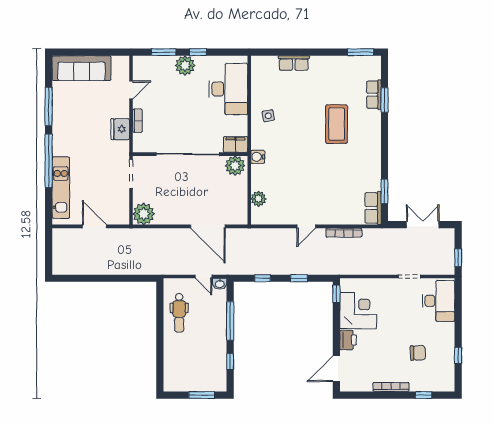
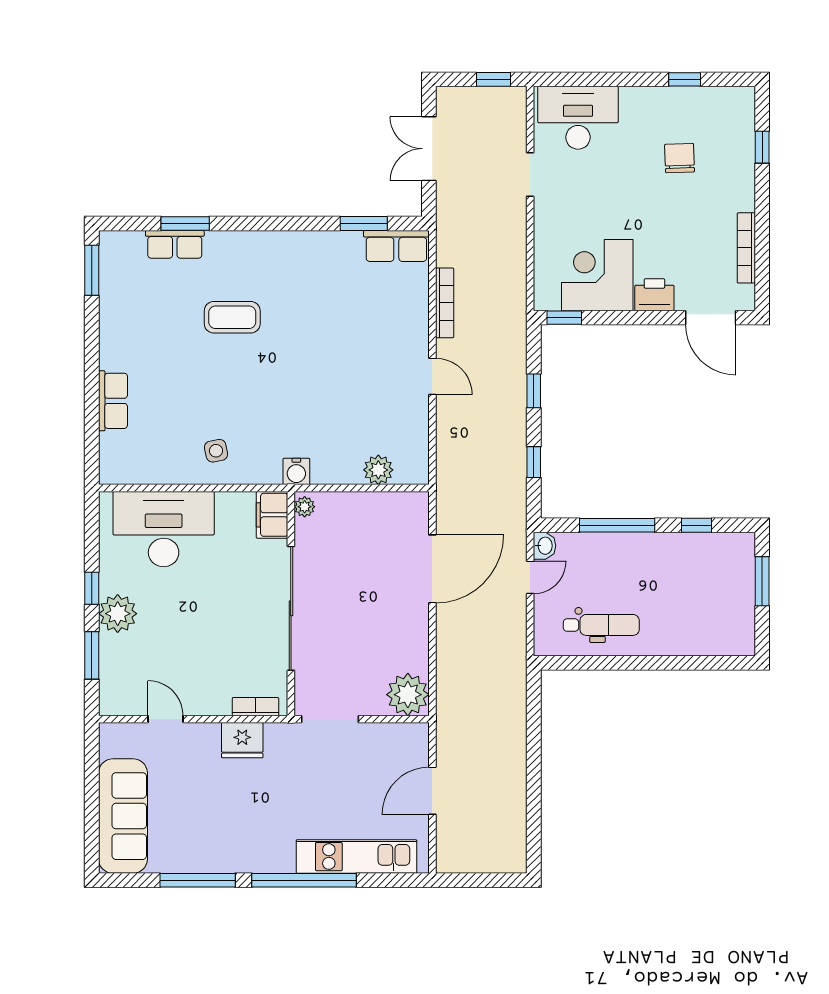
bookcase: (137, 121) -> (256, 707), moved
coffee table: (337, 124) -> (232, 317), width x0.73, depth x0.76
plant: (235, 166) -> (305, 507), width x0.53, depth x0.53
bookcase: (391, 387) -> (746, 248), moved

